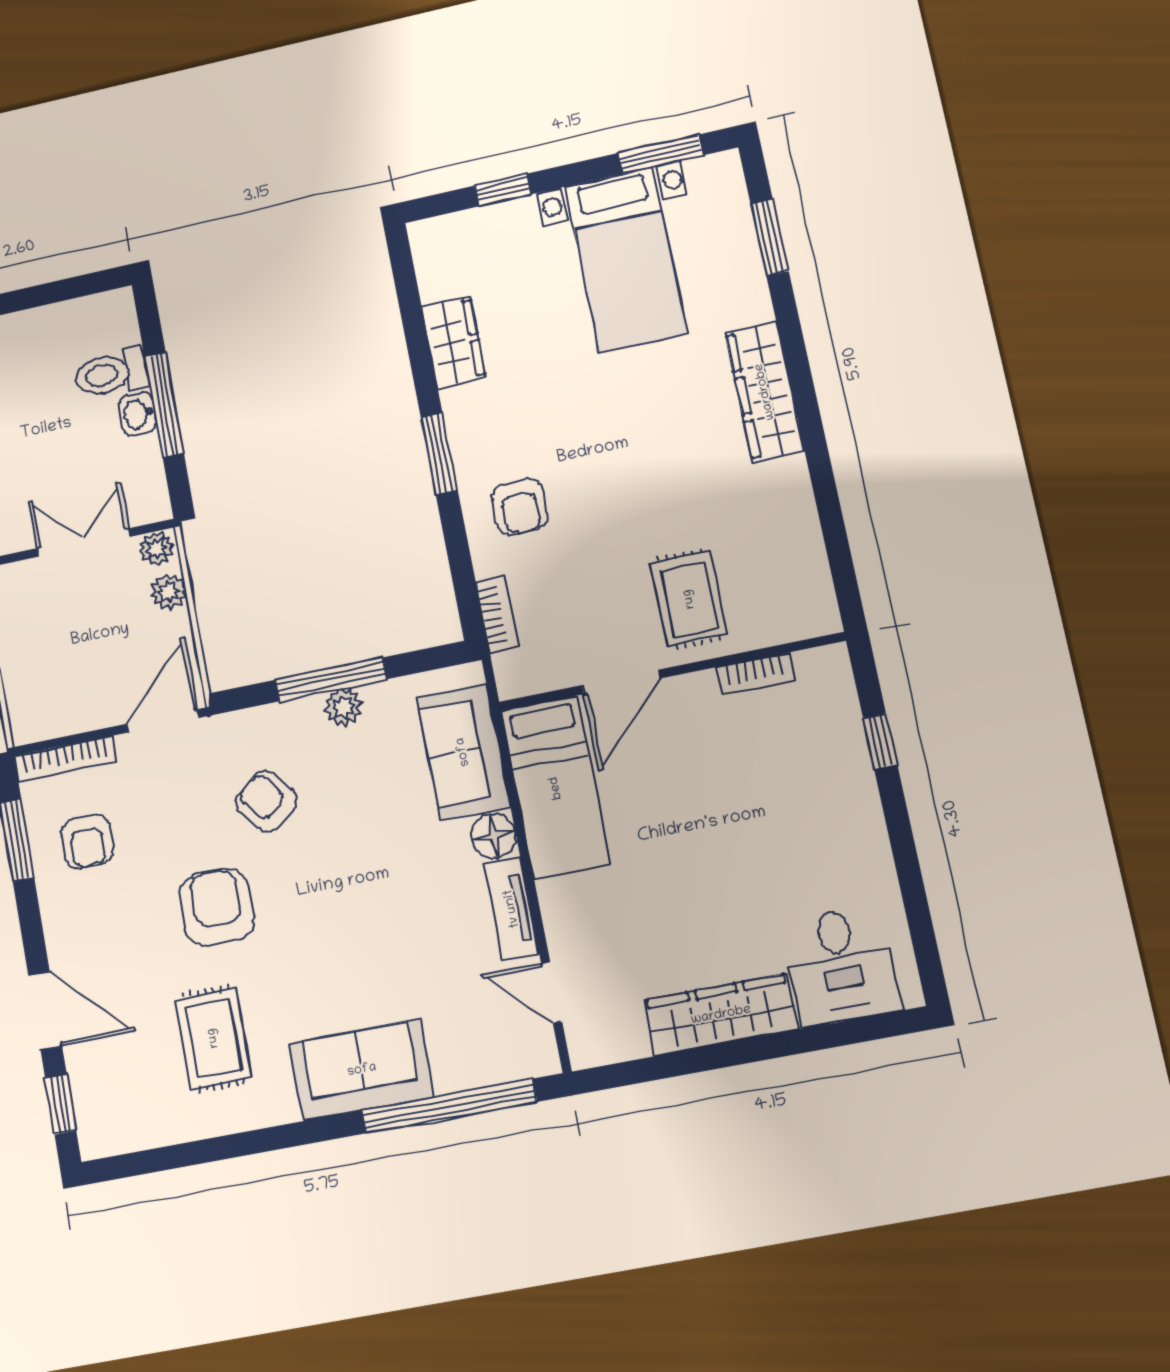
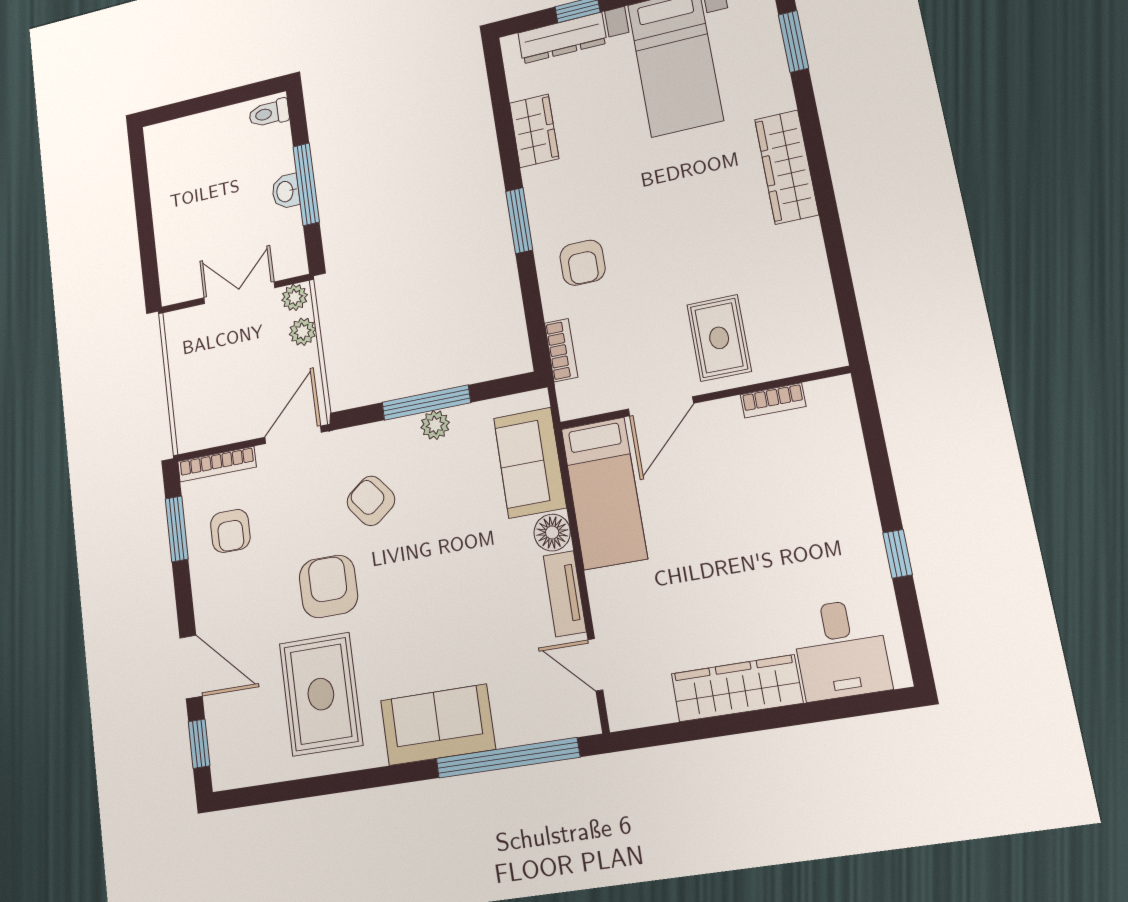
dresser: (485, 226) -> (562, 38), added
toilet: (111, 373) -> (269, 113), moved, width x0.73, depth x0.72
window: (880, 742) -> (898, 554), moved
rug: (213, 1038) -> (321, 694), width x1.36, depth x1.43

